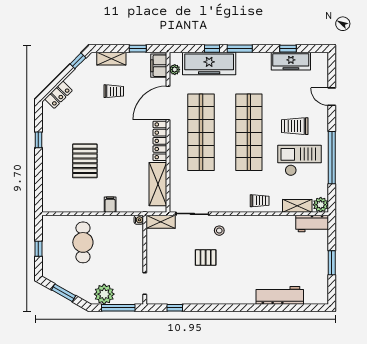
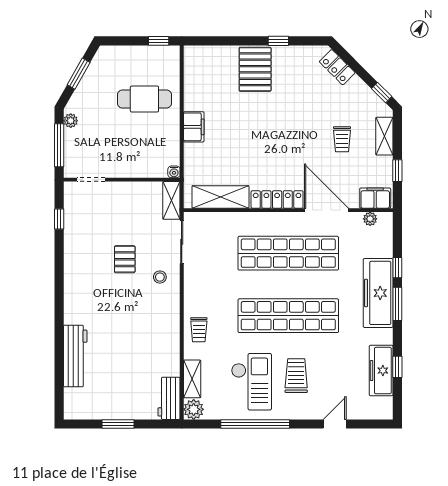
freezer: (209, 63) -> (378, 293), moved
pallet: (85, 161) -> (255, 69), moved, turned 90
filing cabinet: (110, 205) -> (194, 127), width x2.00
window: (38, 249) -> (159, 41), moved
plant: (104, 294) -> (71, 121), width x0.53, depth x0.53

